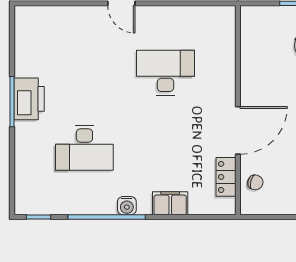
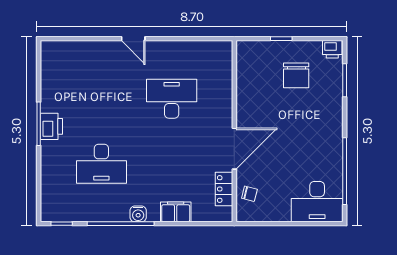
printer: (29, 99) -> (51, 126), width x0.73, depth x0.84

